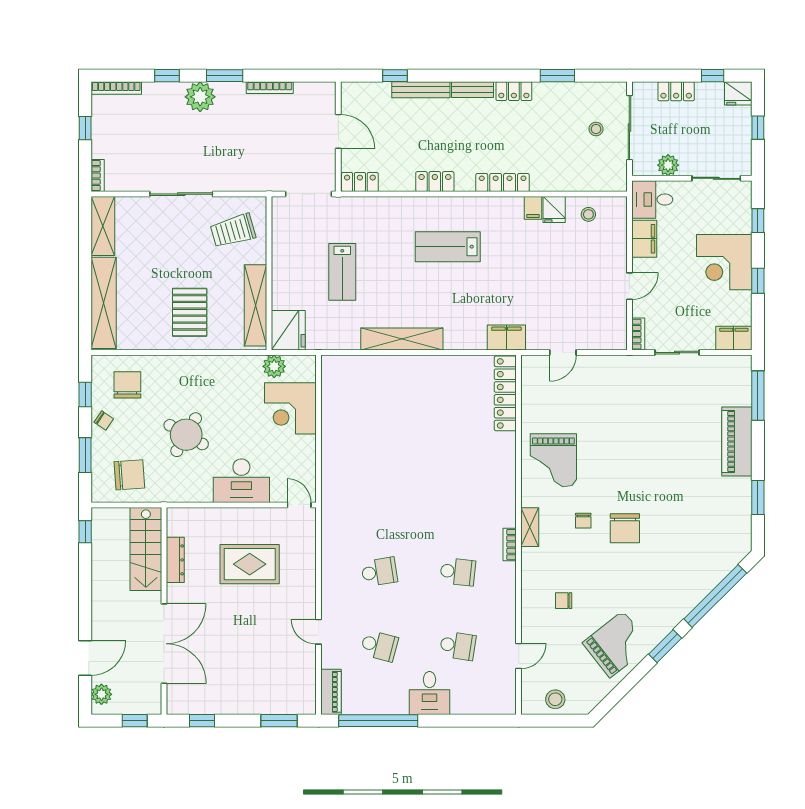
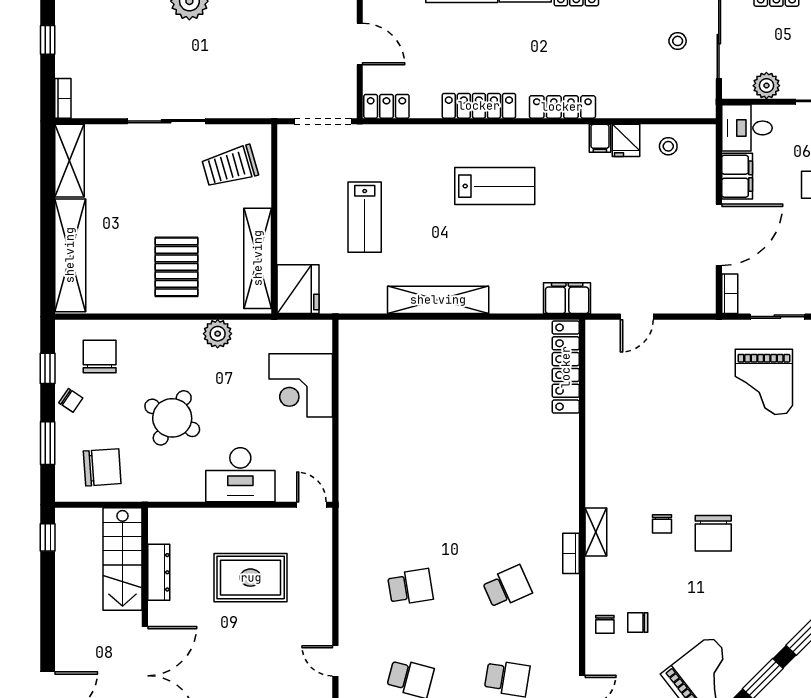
locker: (435, 182) -> (479, 106), width x1.53
lab bench: (448, 247) -> (495, 186), turned 180
door: (629, 286) -> (719, 235), width x1.87
plant: (274, 366) -> (218, 334), moved
grand piano: (553, 460) -> (764, 382), moved
school desk: (458, 572) -> (507, 587), turned -30
chair: (537, 602) -> (605, 624), added

